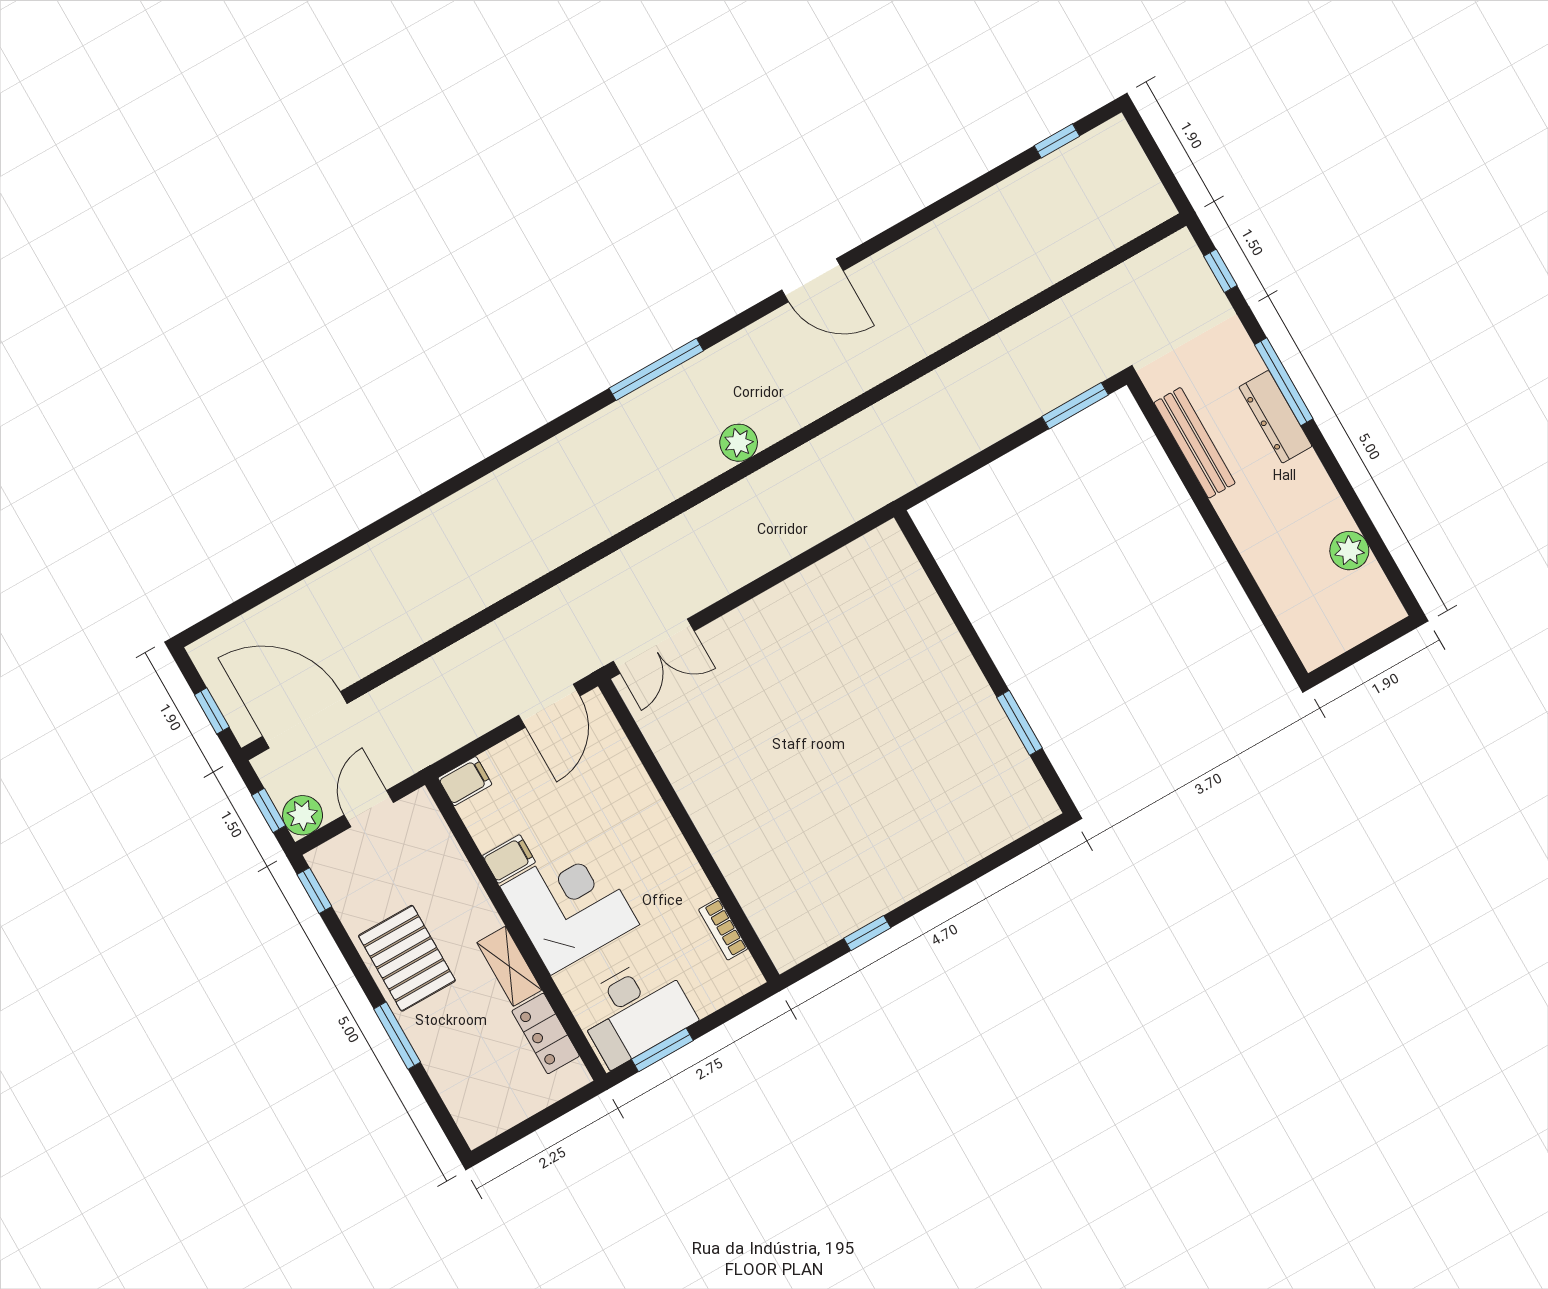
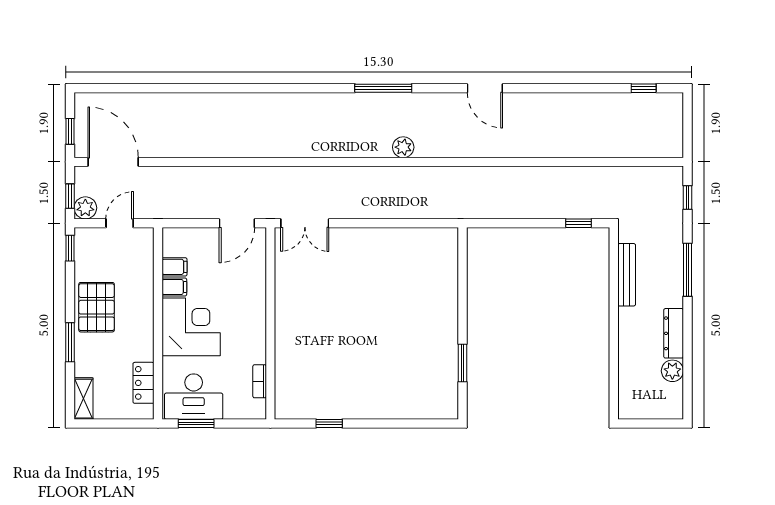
window: (1075, 406) -> (578, 223), width x0.67
dresser: (1275, 417) -> (674, 333), moved
filing cabinet: (465, 781) -> (174, 267), moved
shelving: (509, 966) -> (84, 399), moved

